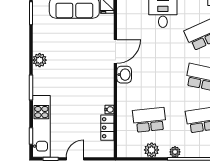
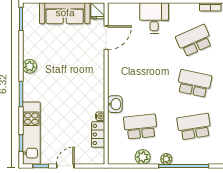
door: (115, 51) -> (106, 38), moved
washbasin: (124, 75) -> (115, 104), moved

